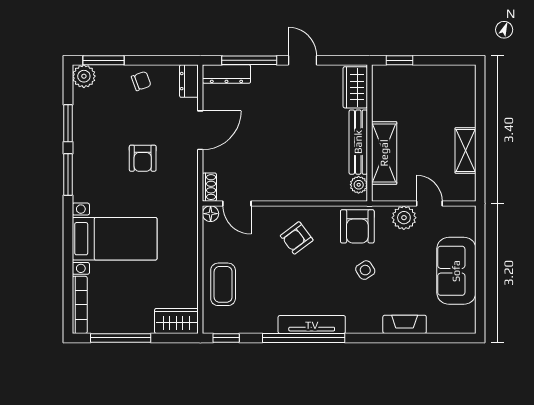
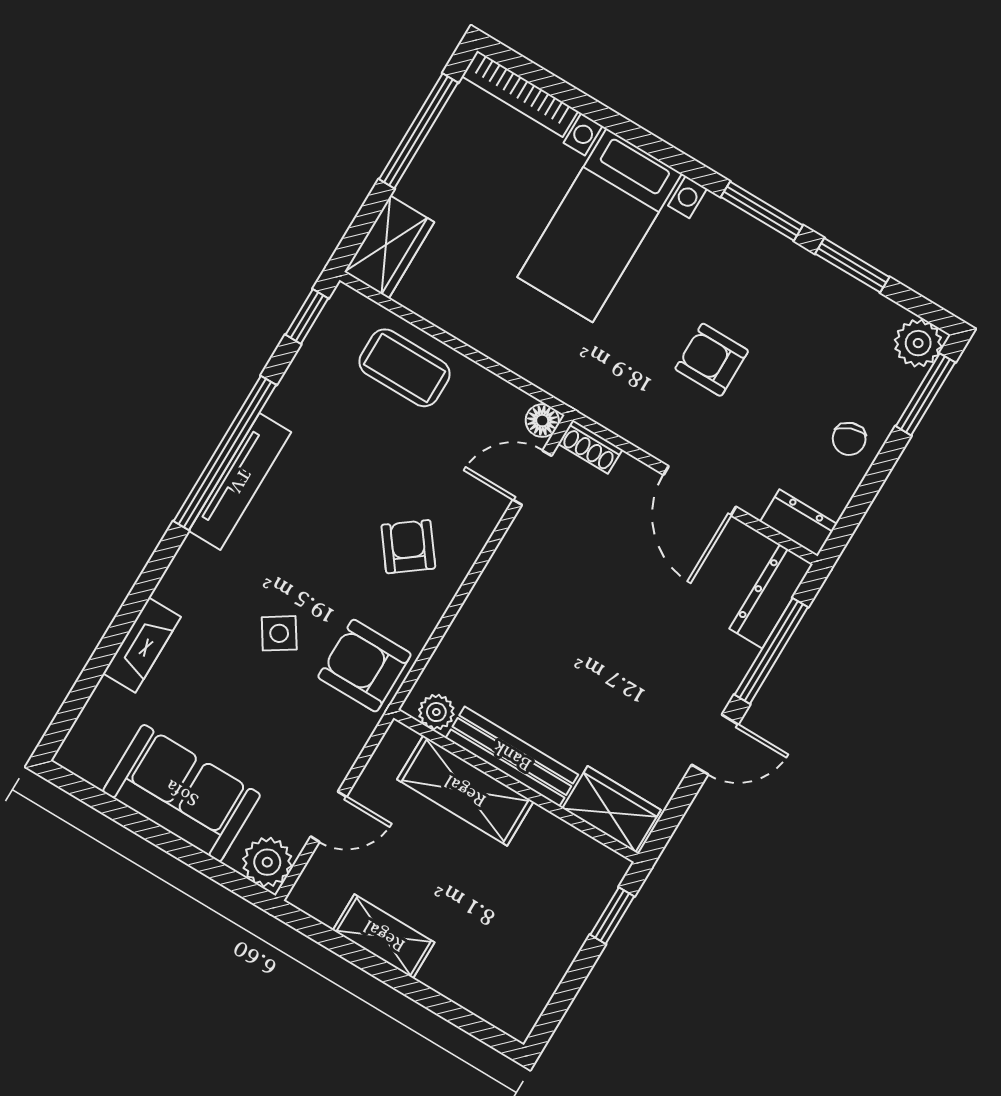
plant: (404, 218) -> (267, 862), moved

